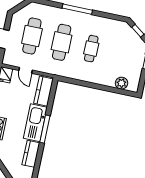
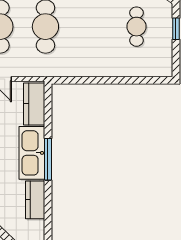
cafe table: (91, 49) -> (137, 27), moved
plant: (121, 83) -> (146, 68), removed

